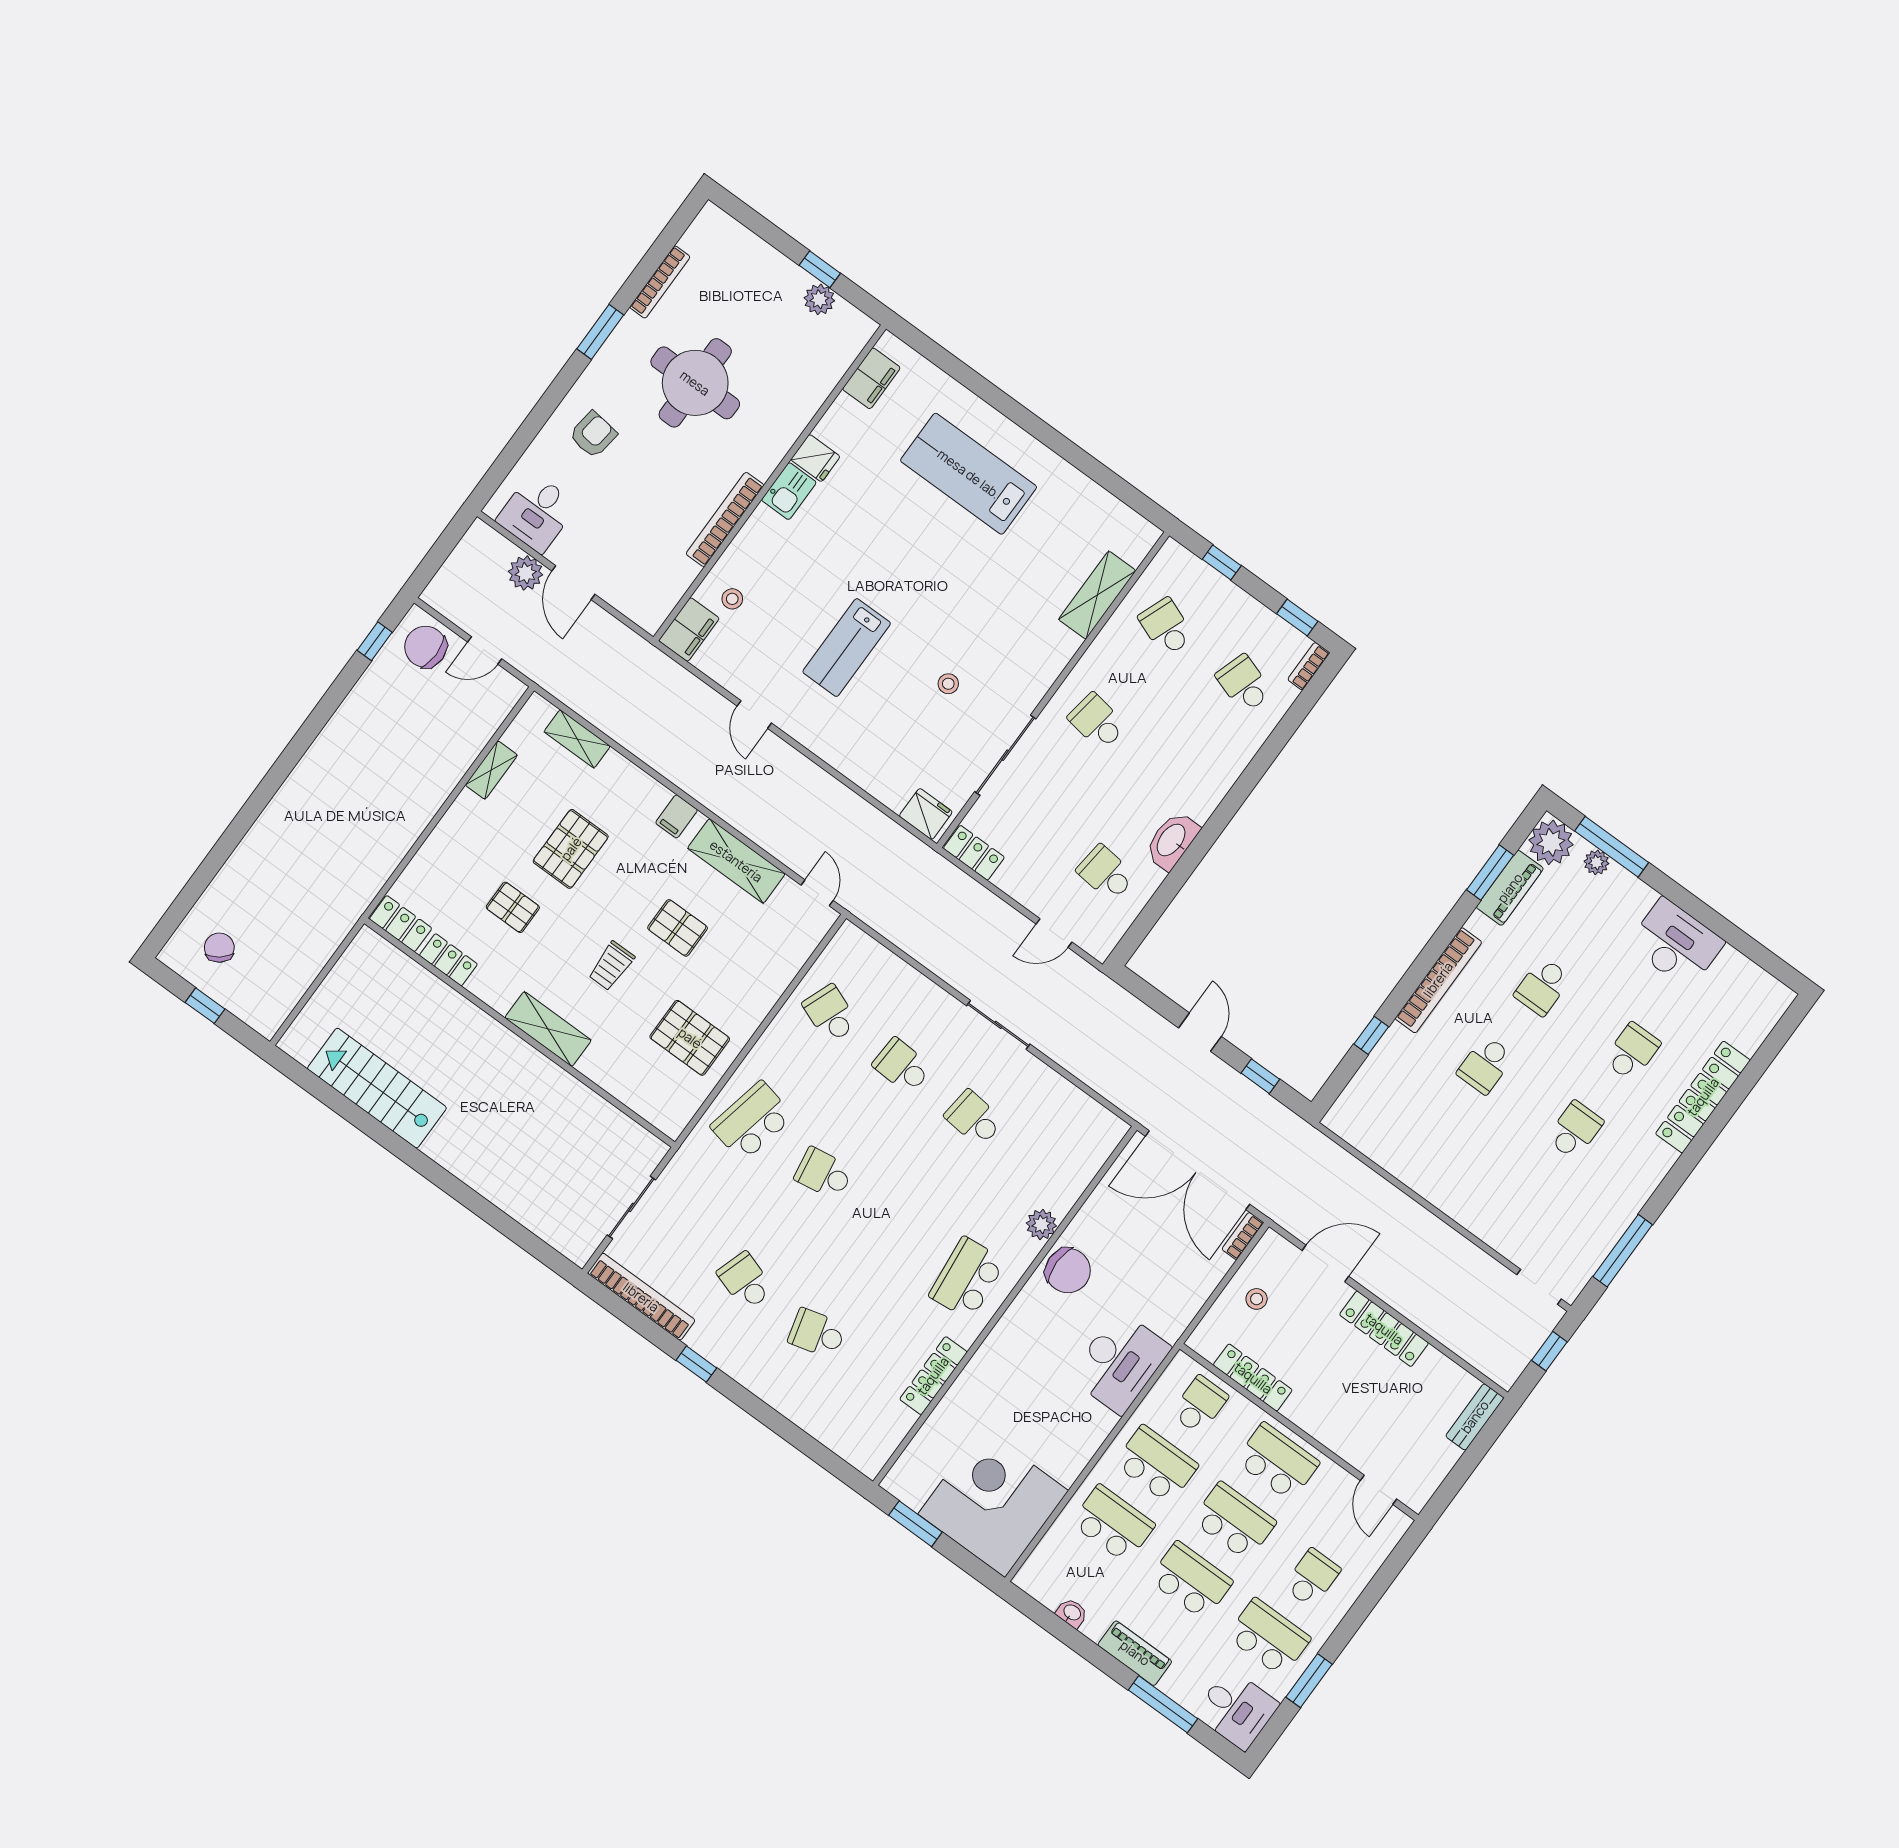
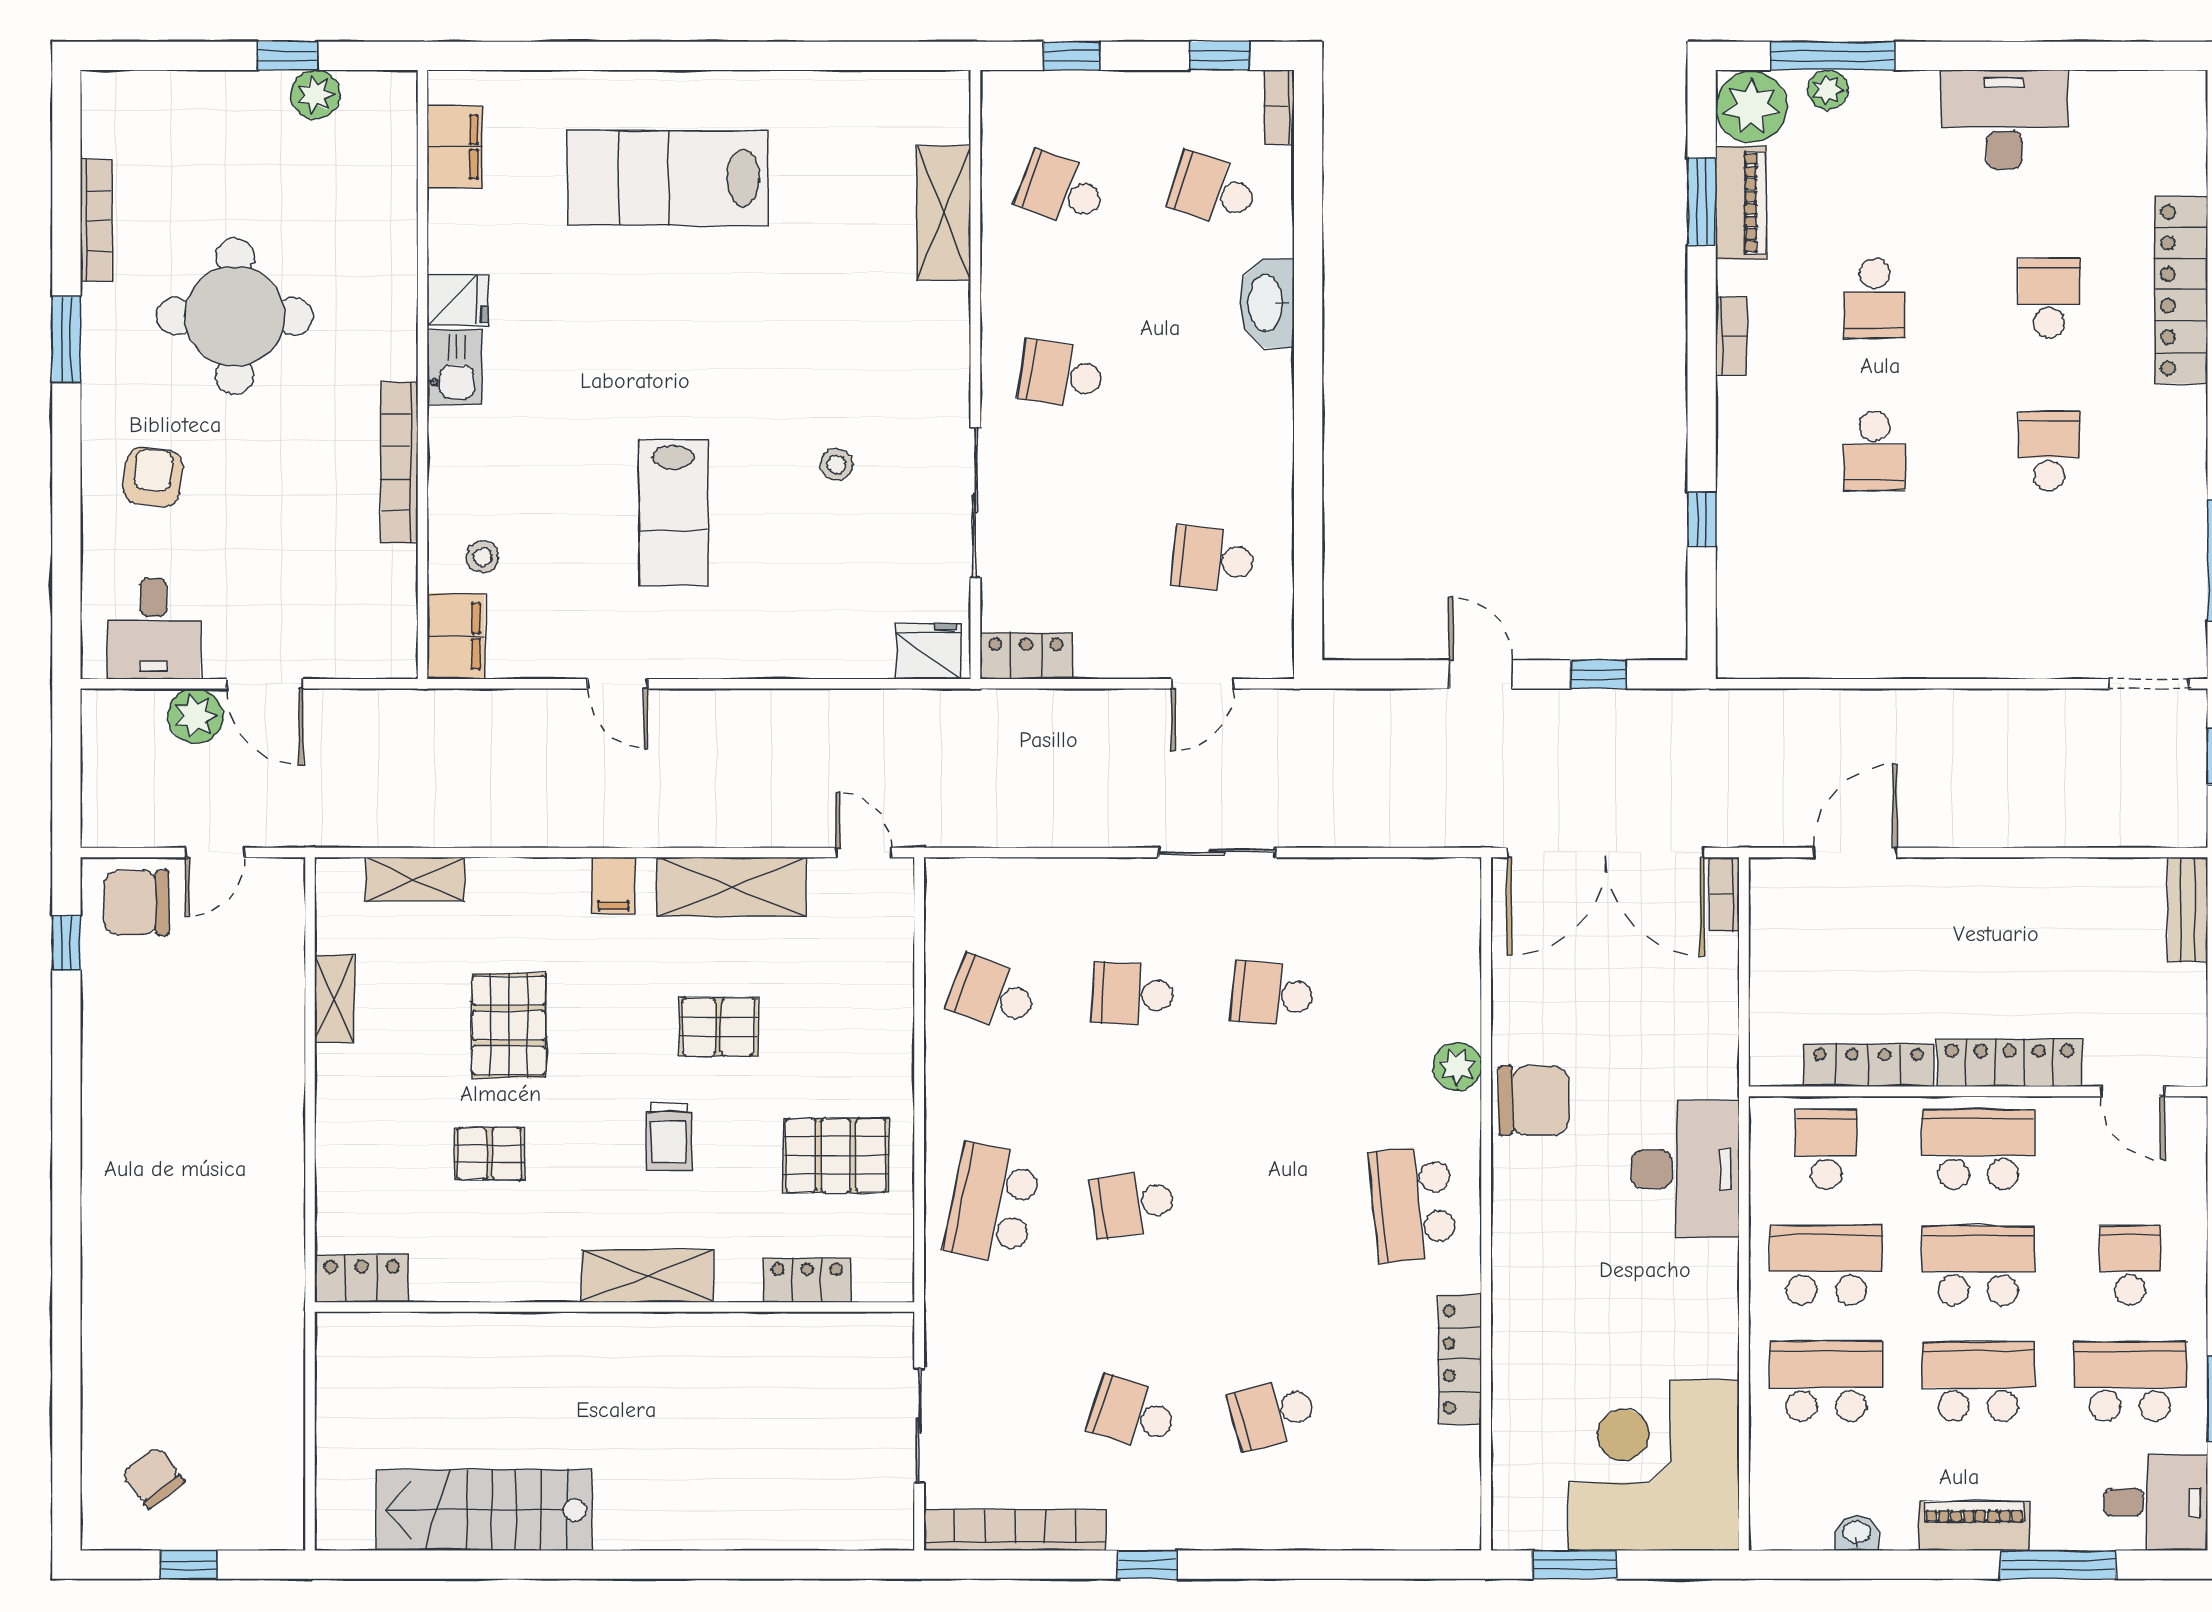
washbasin: (1172, 841) -> (1267, 303), moved
locker: (448, 960) -> (807, 1280), moved
bookcase: (1438, 980) -> (1731, 336), width x0.43, depth x0.76
stool: (1257, 1299) -> (1800, 962), removed
locker: (1384, 1329) -> (2010, 1063), moved, turned 180

